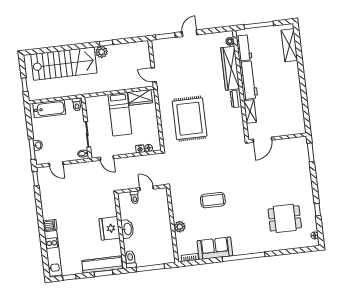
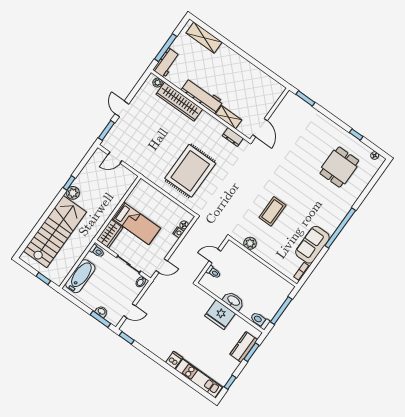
workbench: (244, 48) -> (166, 63), moved, turned 90
door: (154, 75) -> (115, 158), moved
wardrobe: (140, 97) -> (110, 234), moved
dresser: (236, 99) -> (233, 137), moved
rug: (190, 119) -> (190, 171), turned 90
plant: (180, 227) -> (250, 243), moved
kitchen counter: (102, 265) -> (244, 347), width x0.67

